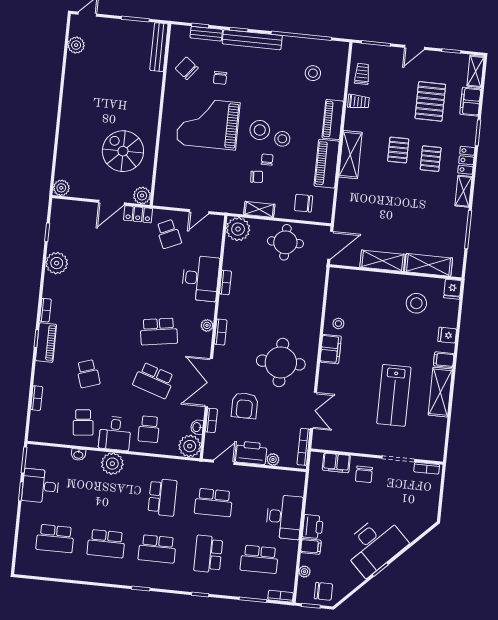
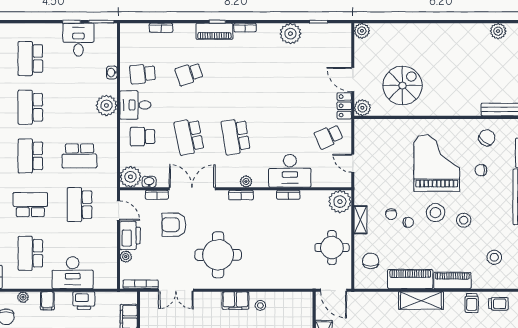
stool: (282, 139) -> (464, 220), moved
school desk: (154, 380) -> (189, 137), turned -30
printer: (313, 527) -> (84, 301), moved

